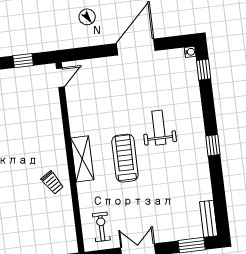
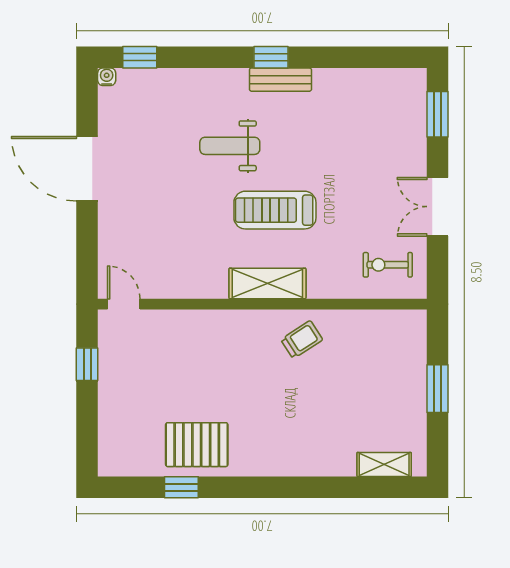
bench: (209, 219) -> (280, 80), moved

